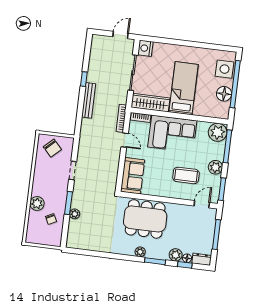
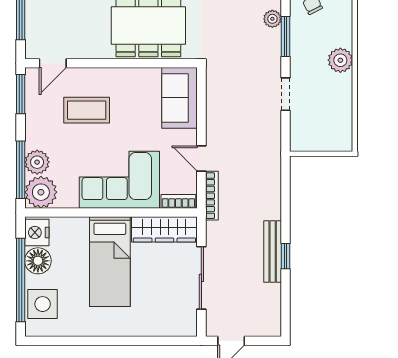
nightstand: (145, 48) -> (37, 233), moved, turned 180
bench: (89, 100) -> (273, 251), moved
chair: (52, 148) -> (326, 129), removed
plant: (215, 167) -> (37, 162), moved
plant: (37, 203) -> (340, 60), moved

